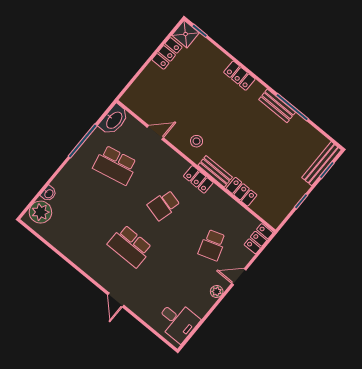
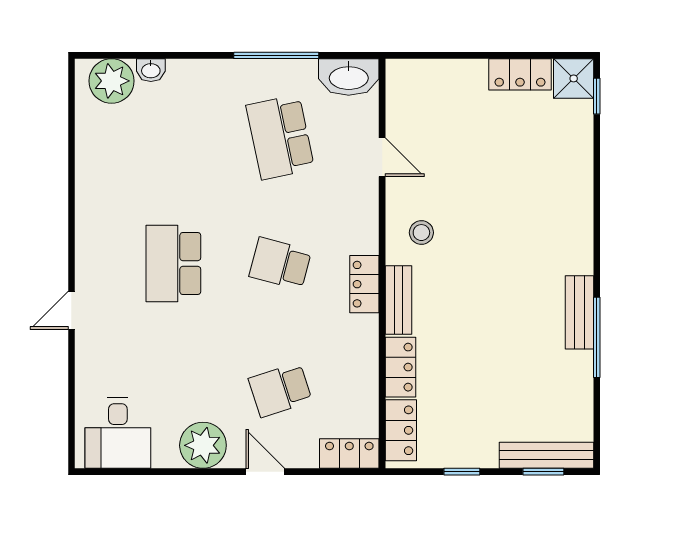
locker: (239, 76) -> (401, 430), moved, turned 180
plant: (217, 292) -> (203, 445), width x1.88, depth x1.88

